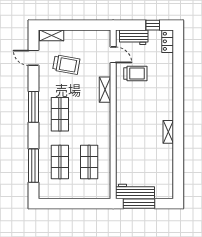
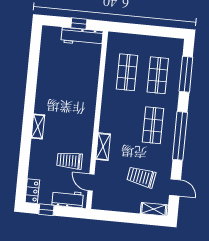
window: (34, 107) -> (180, 136), width x1.46
shelving: (168, 132) -> (38, 126), moved
window: (139, 204) -> (79, 24), width x0.46

